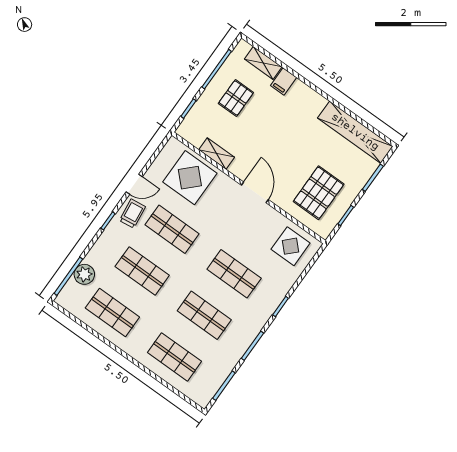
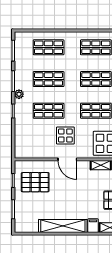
shelving: (355, 132) -> (63, 226), moved
pallet: (319, 193) -> (35, 182), turned 90
display table: (291, 246) -> (65, 135), moved
plant: (257, 323) -> (19, 94), added

